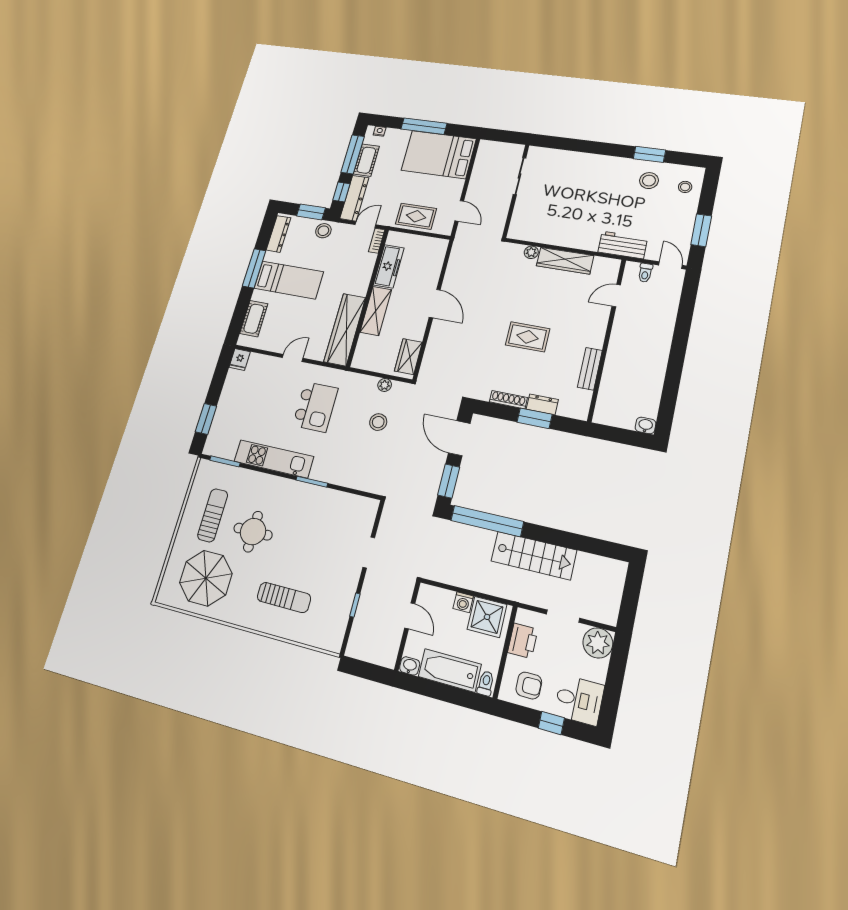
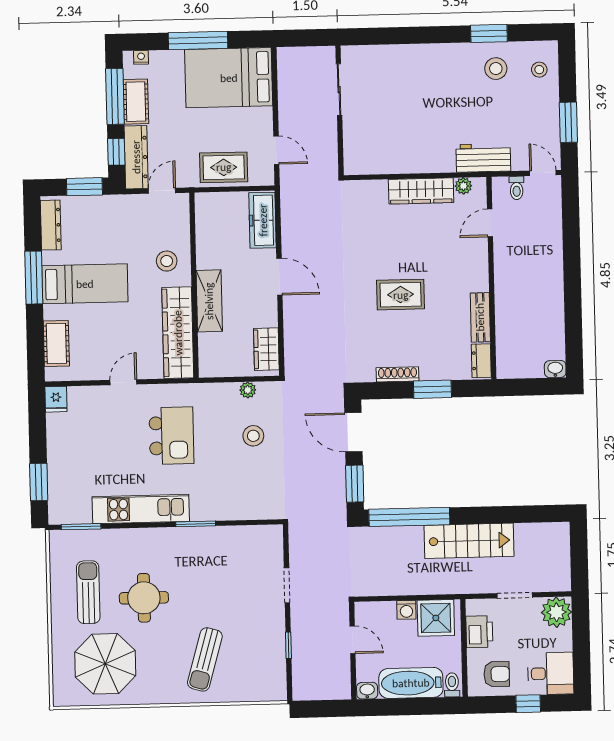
stool: (323, 231) -> (167, 261), moved
bookcase: (377, 241) -> (183, 210), removed
plant: (531, 252) -> (463, 186), moved
freezer: (389, 266) -> (263, 220), moved, turned 180
dresser: (542, 404) -> (481, 361), moved, turned -90
sun lounger: (284, 597) -> (205, 659), turned 106

